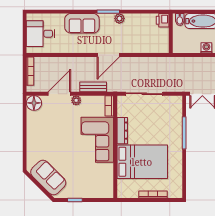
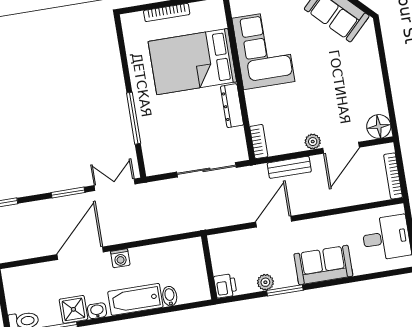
printer: (163, 20) -> (225, 286), moved
wall: (171, 33) -> (209, 267), moved
corner sofa: (97, 140) -> (263, 50), moved

